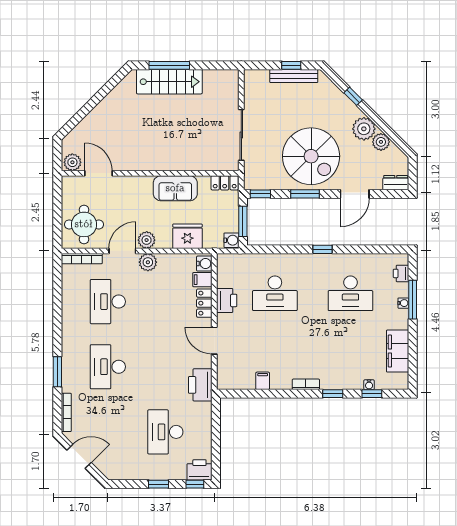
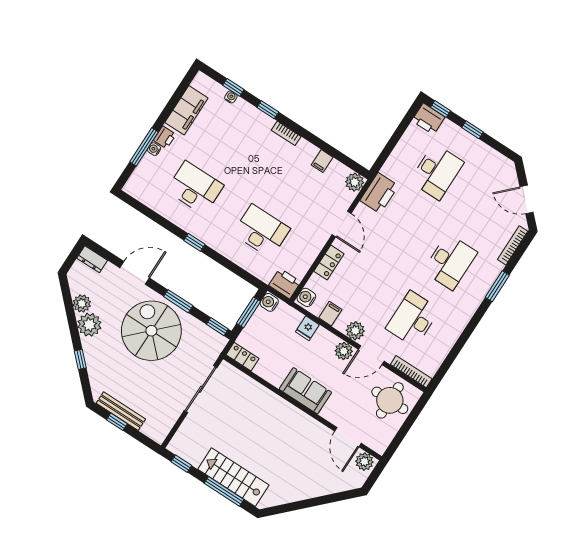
window: (218, 65) -> (181, 464), added
sofa: (175, 188) -> (305, 391), moved
fridge: (187, 236) -> (307, 328), width x0.53, depth x0.75
printer: (401, 273) -> (165, 137), moved
filing cabinet: (202, 280) -> (330, 314), moved, turned -90
printer: (227, 300) -> (285, 284), moved, turned 90
desk: (108, 302) -> (413, 319), turned 180
plant: (226, 381) -> (355, 182), added

